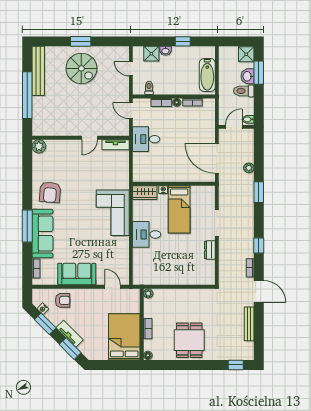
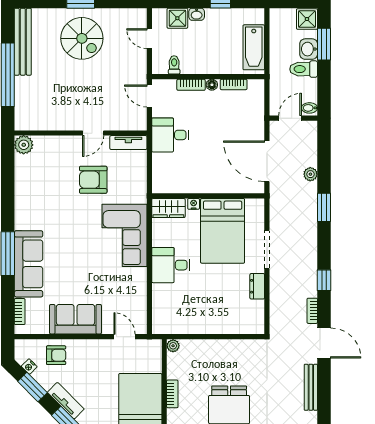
armchair: (50, 192) -> (93, 180), moved, turned 85
bed: (179, 209) -> (223, 231), width x1.50

